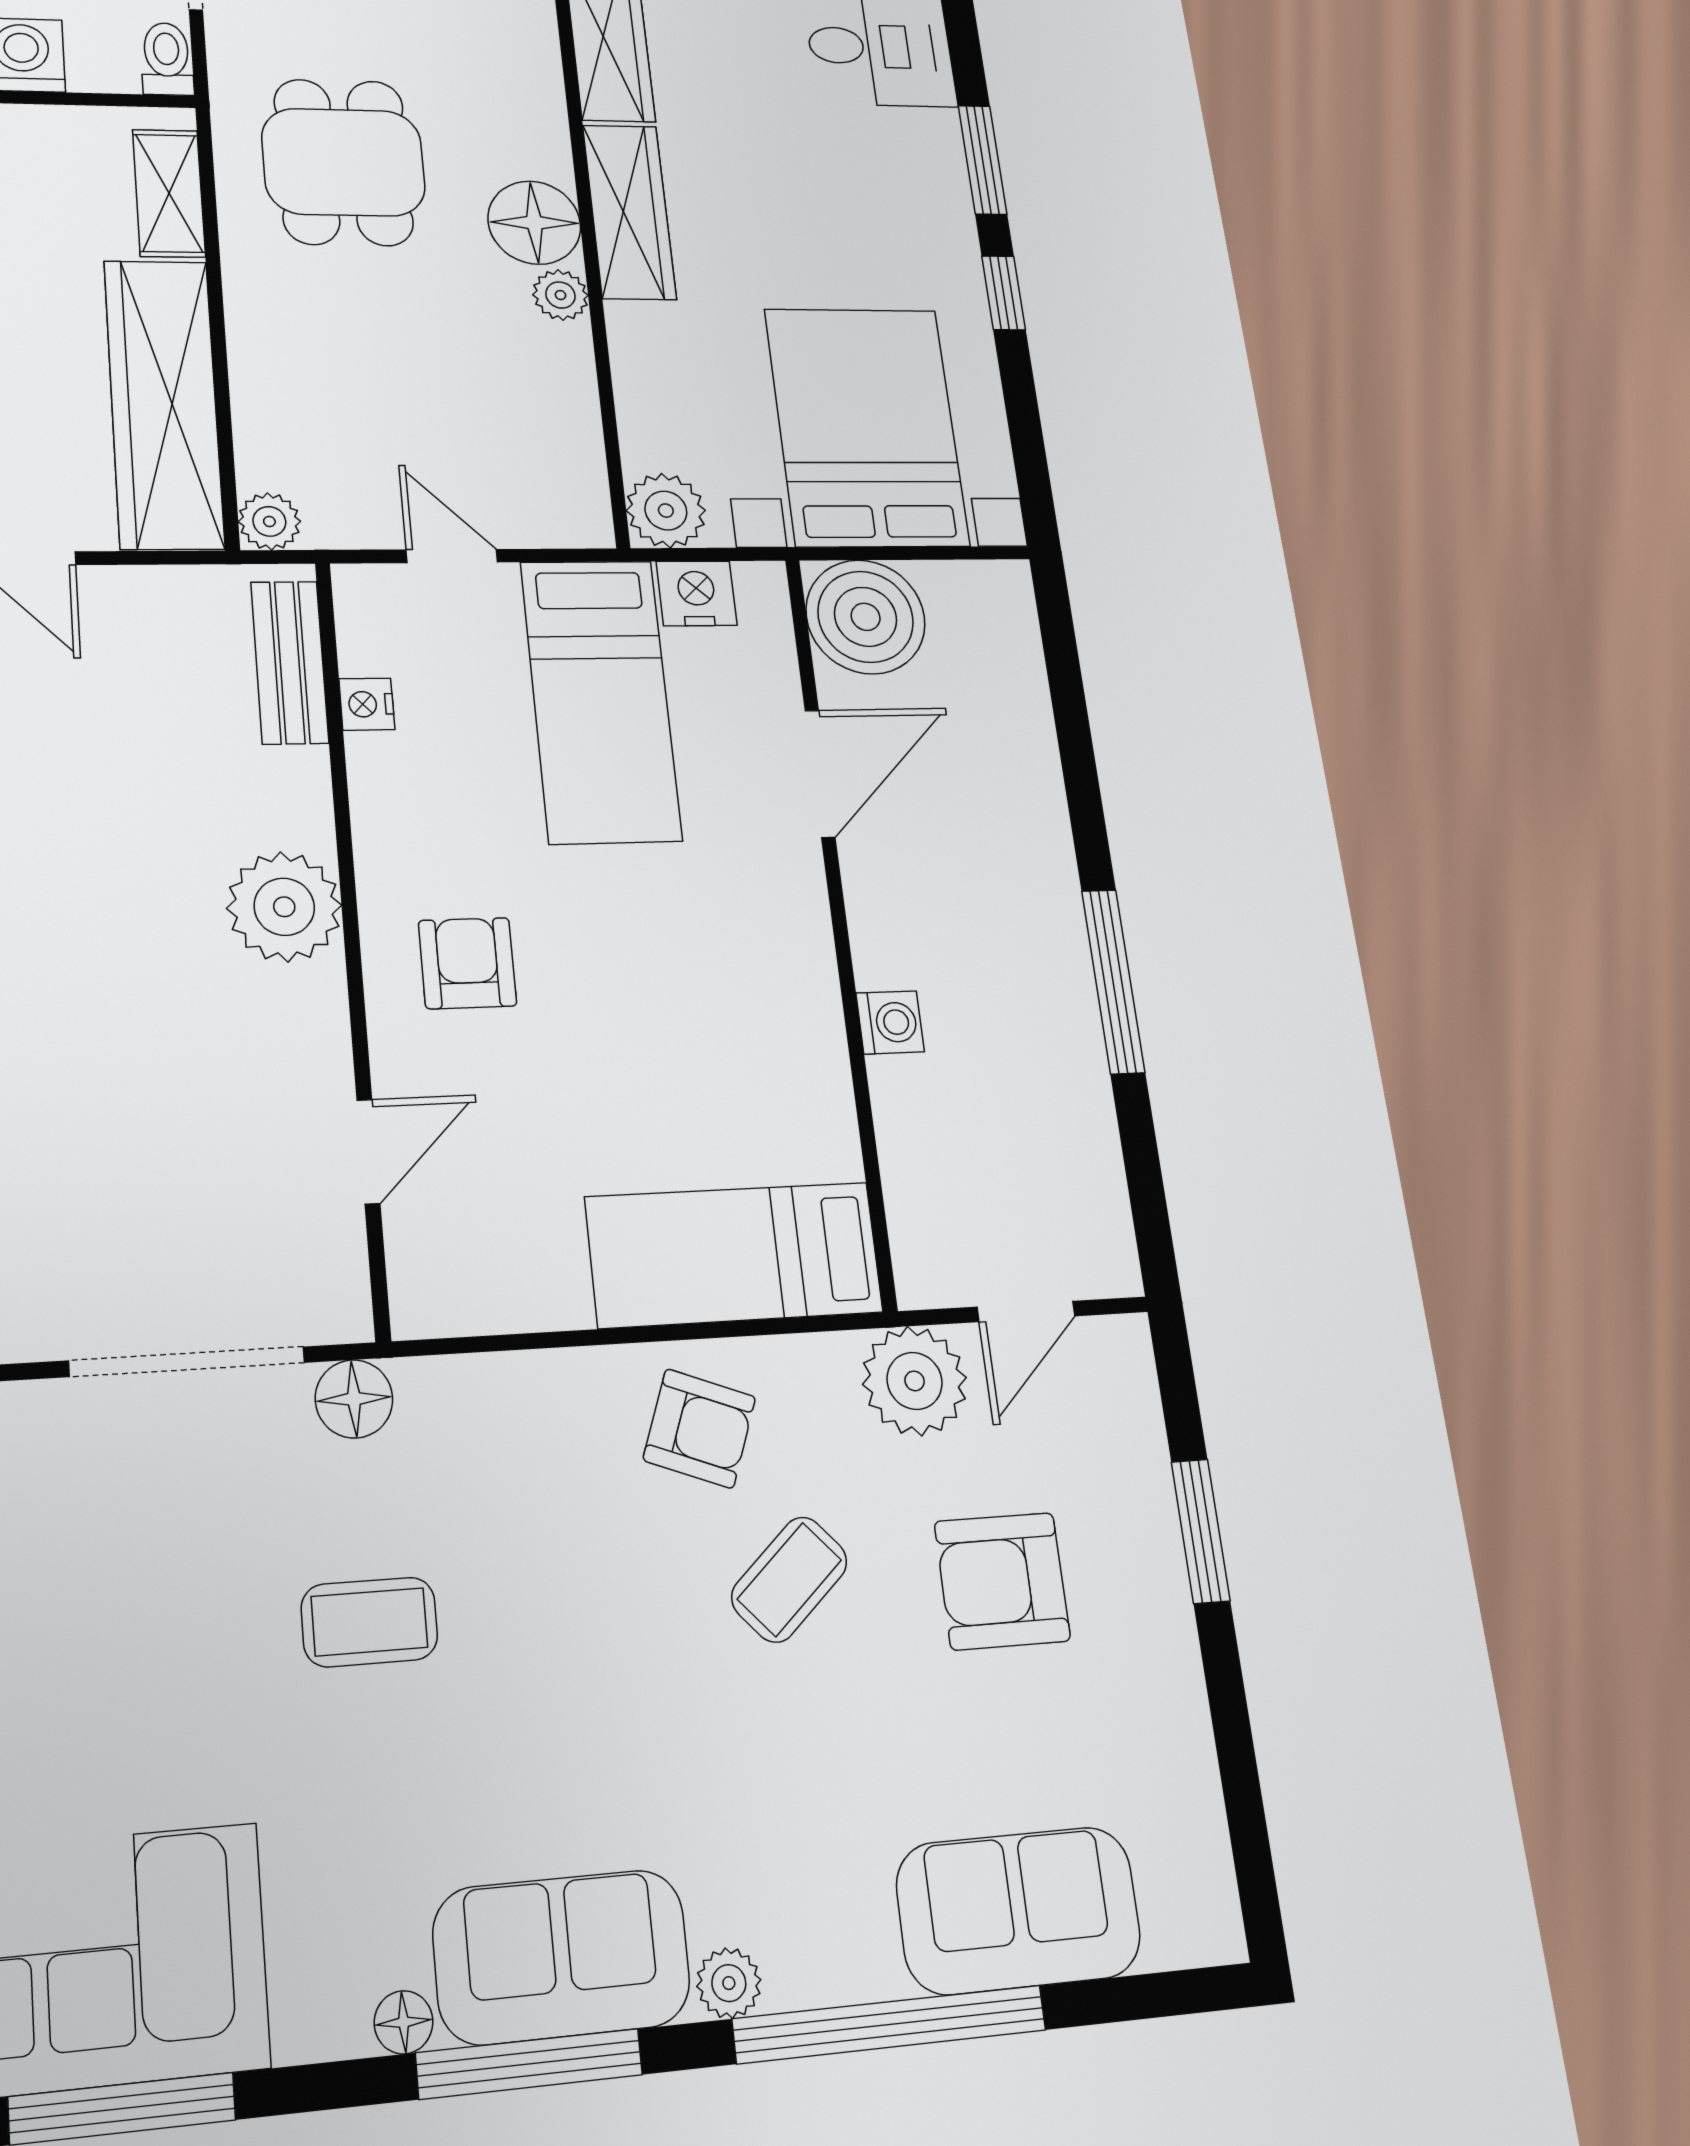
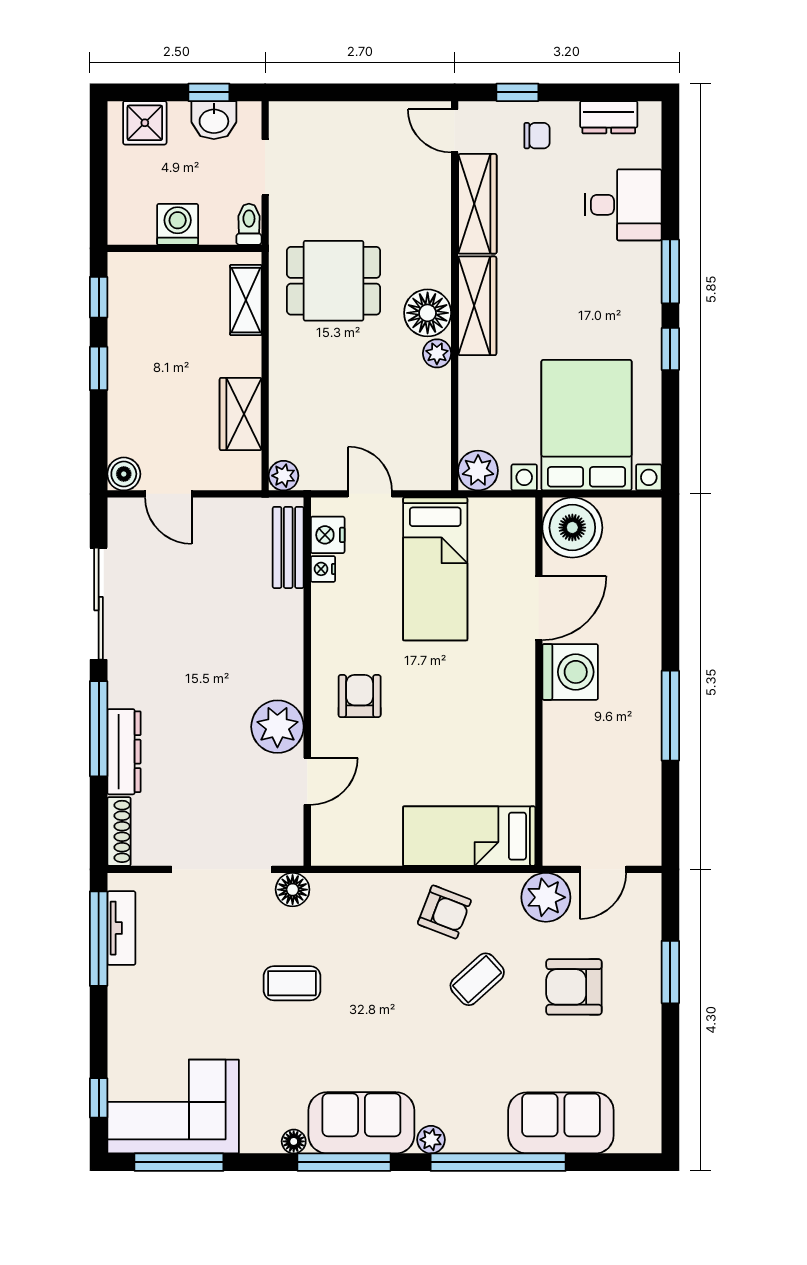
dining table: (343, 162) -> (334, 281), turned 90
wardrobe: (164, 403) -> (241, 414), width x0.48, depth x0.85
nightstand: (697, 593) -> (328, 535), moved, turned -90
plant: (284, 907) -> (277, 727), moved
washing machine: (890, 1022) -> (570, 672), moved, width x1.89, depth x1.89

